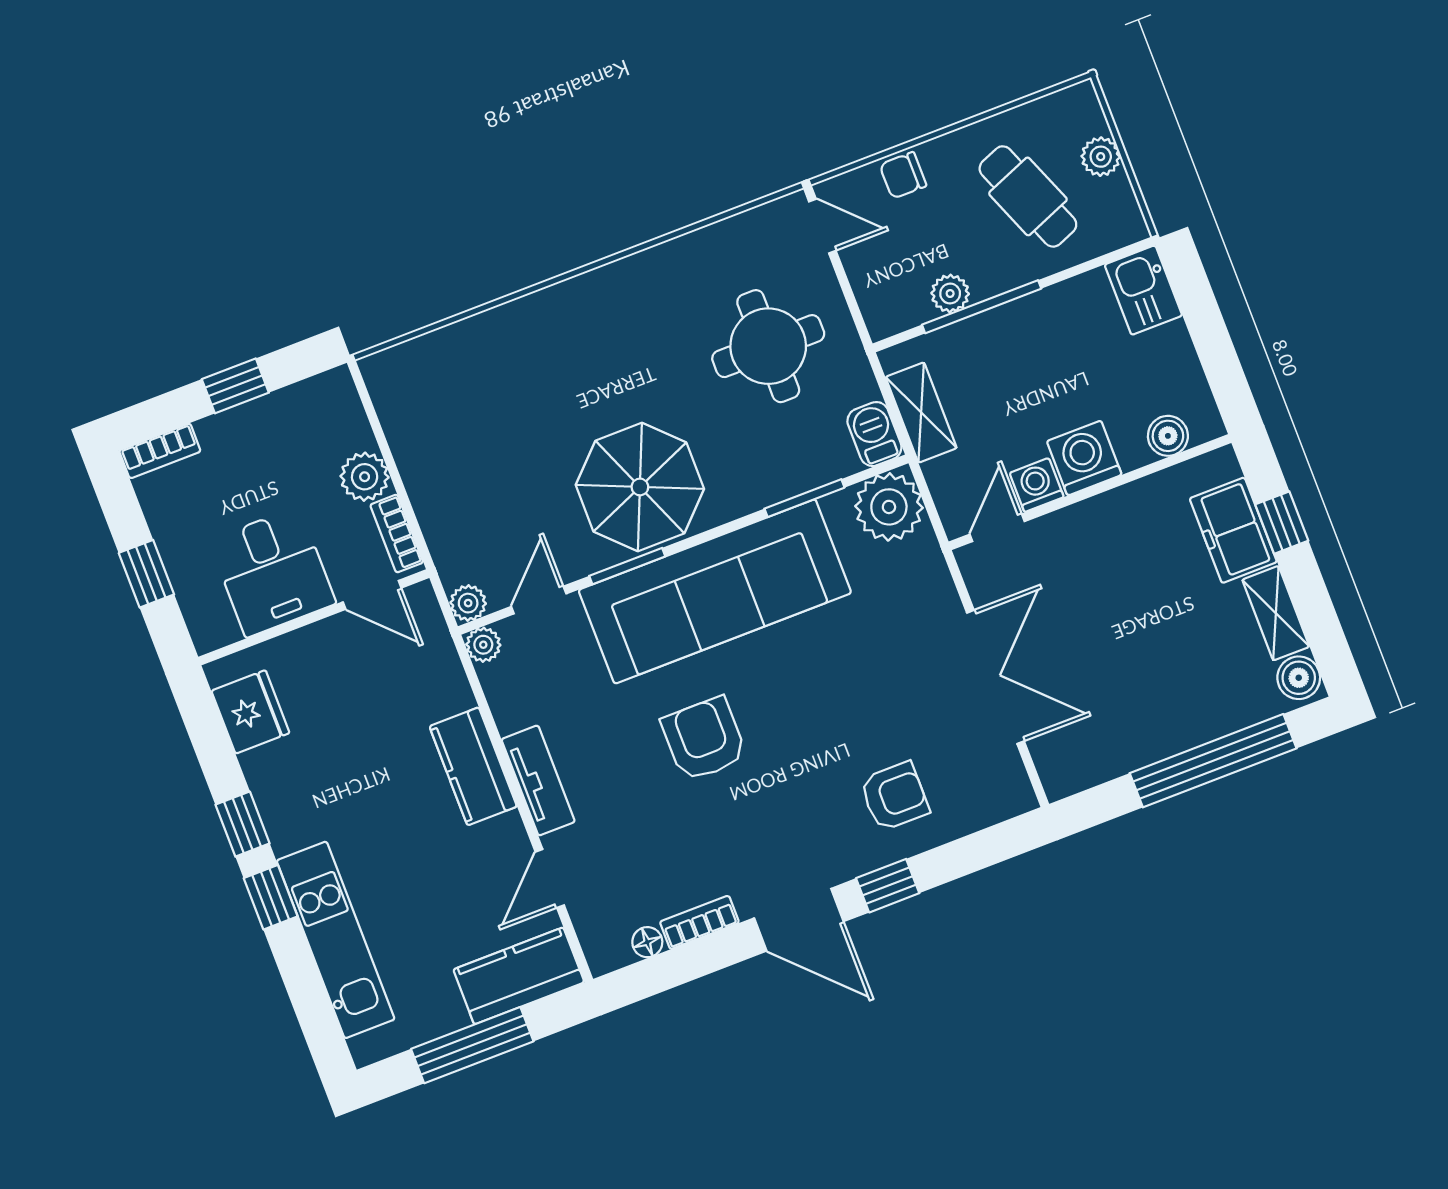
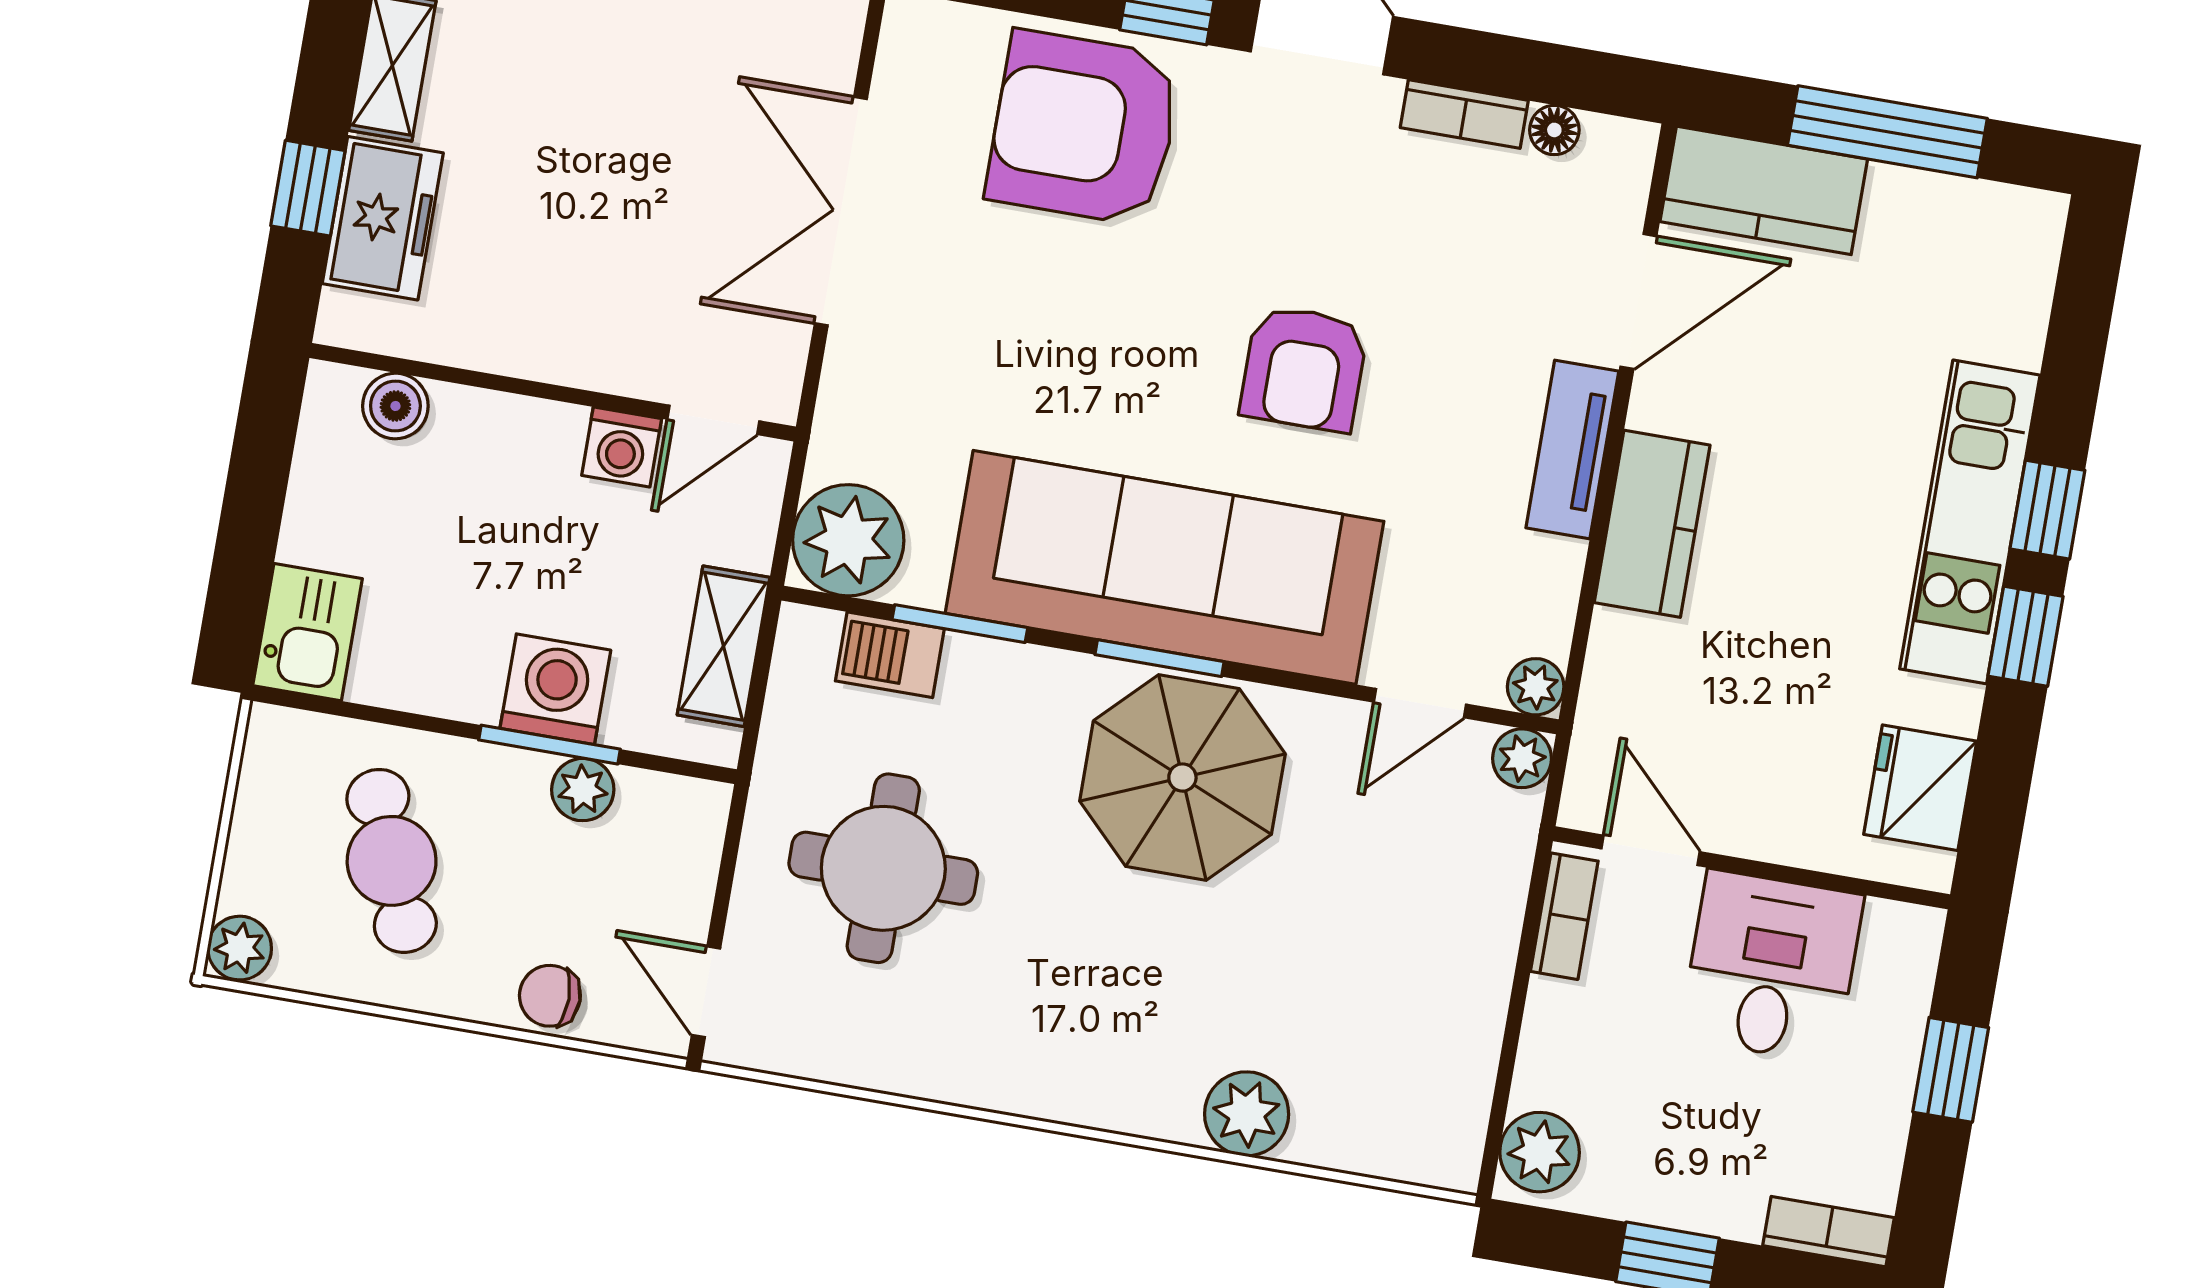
plant: (1101, 157) -> (240, 948), moved
chair: (903, 175) -> (550, 996), turned 180
window: (982, 307) -> (550, 745), width x0.69
plant: (501, 331) -> (1247, 1114), added
barbecue: (874, 434) -> (890, 655), moved, turned 90
washing machine: (1084, 458) -> (555, 689), moved, turned 180
plant: (365, 477) -> (1540, 1152), moved
window: (627, 566) -> (1160, 658), moved
armchair: (894, 796) -> (1084, 128), width x1.88, depth x1.88
door: (550, 879) -> (1638, 301), width x1.38
kitchen unit: (336, 940) -> (1970, 522), moved

